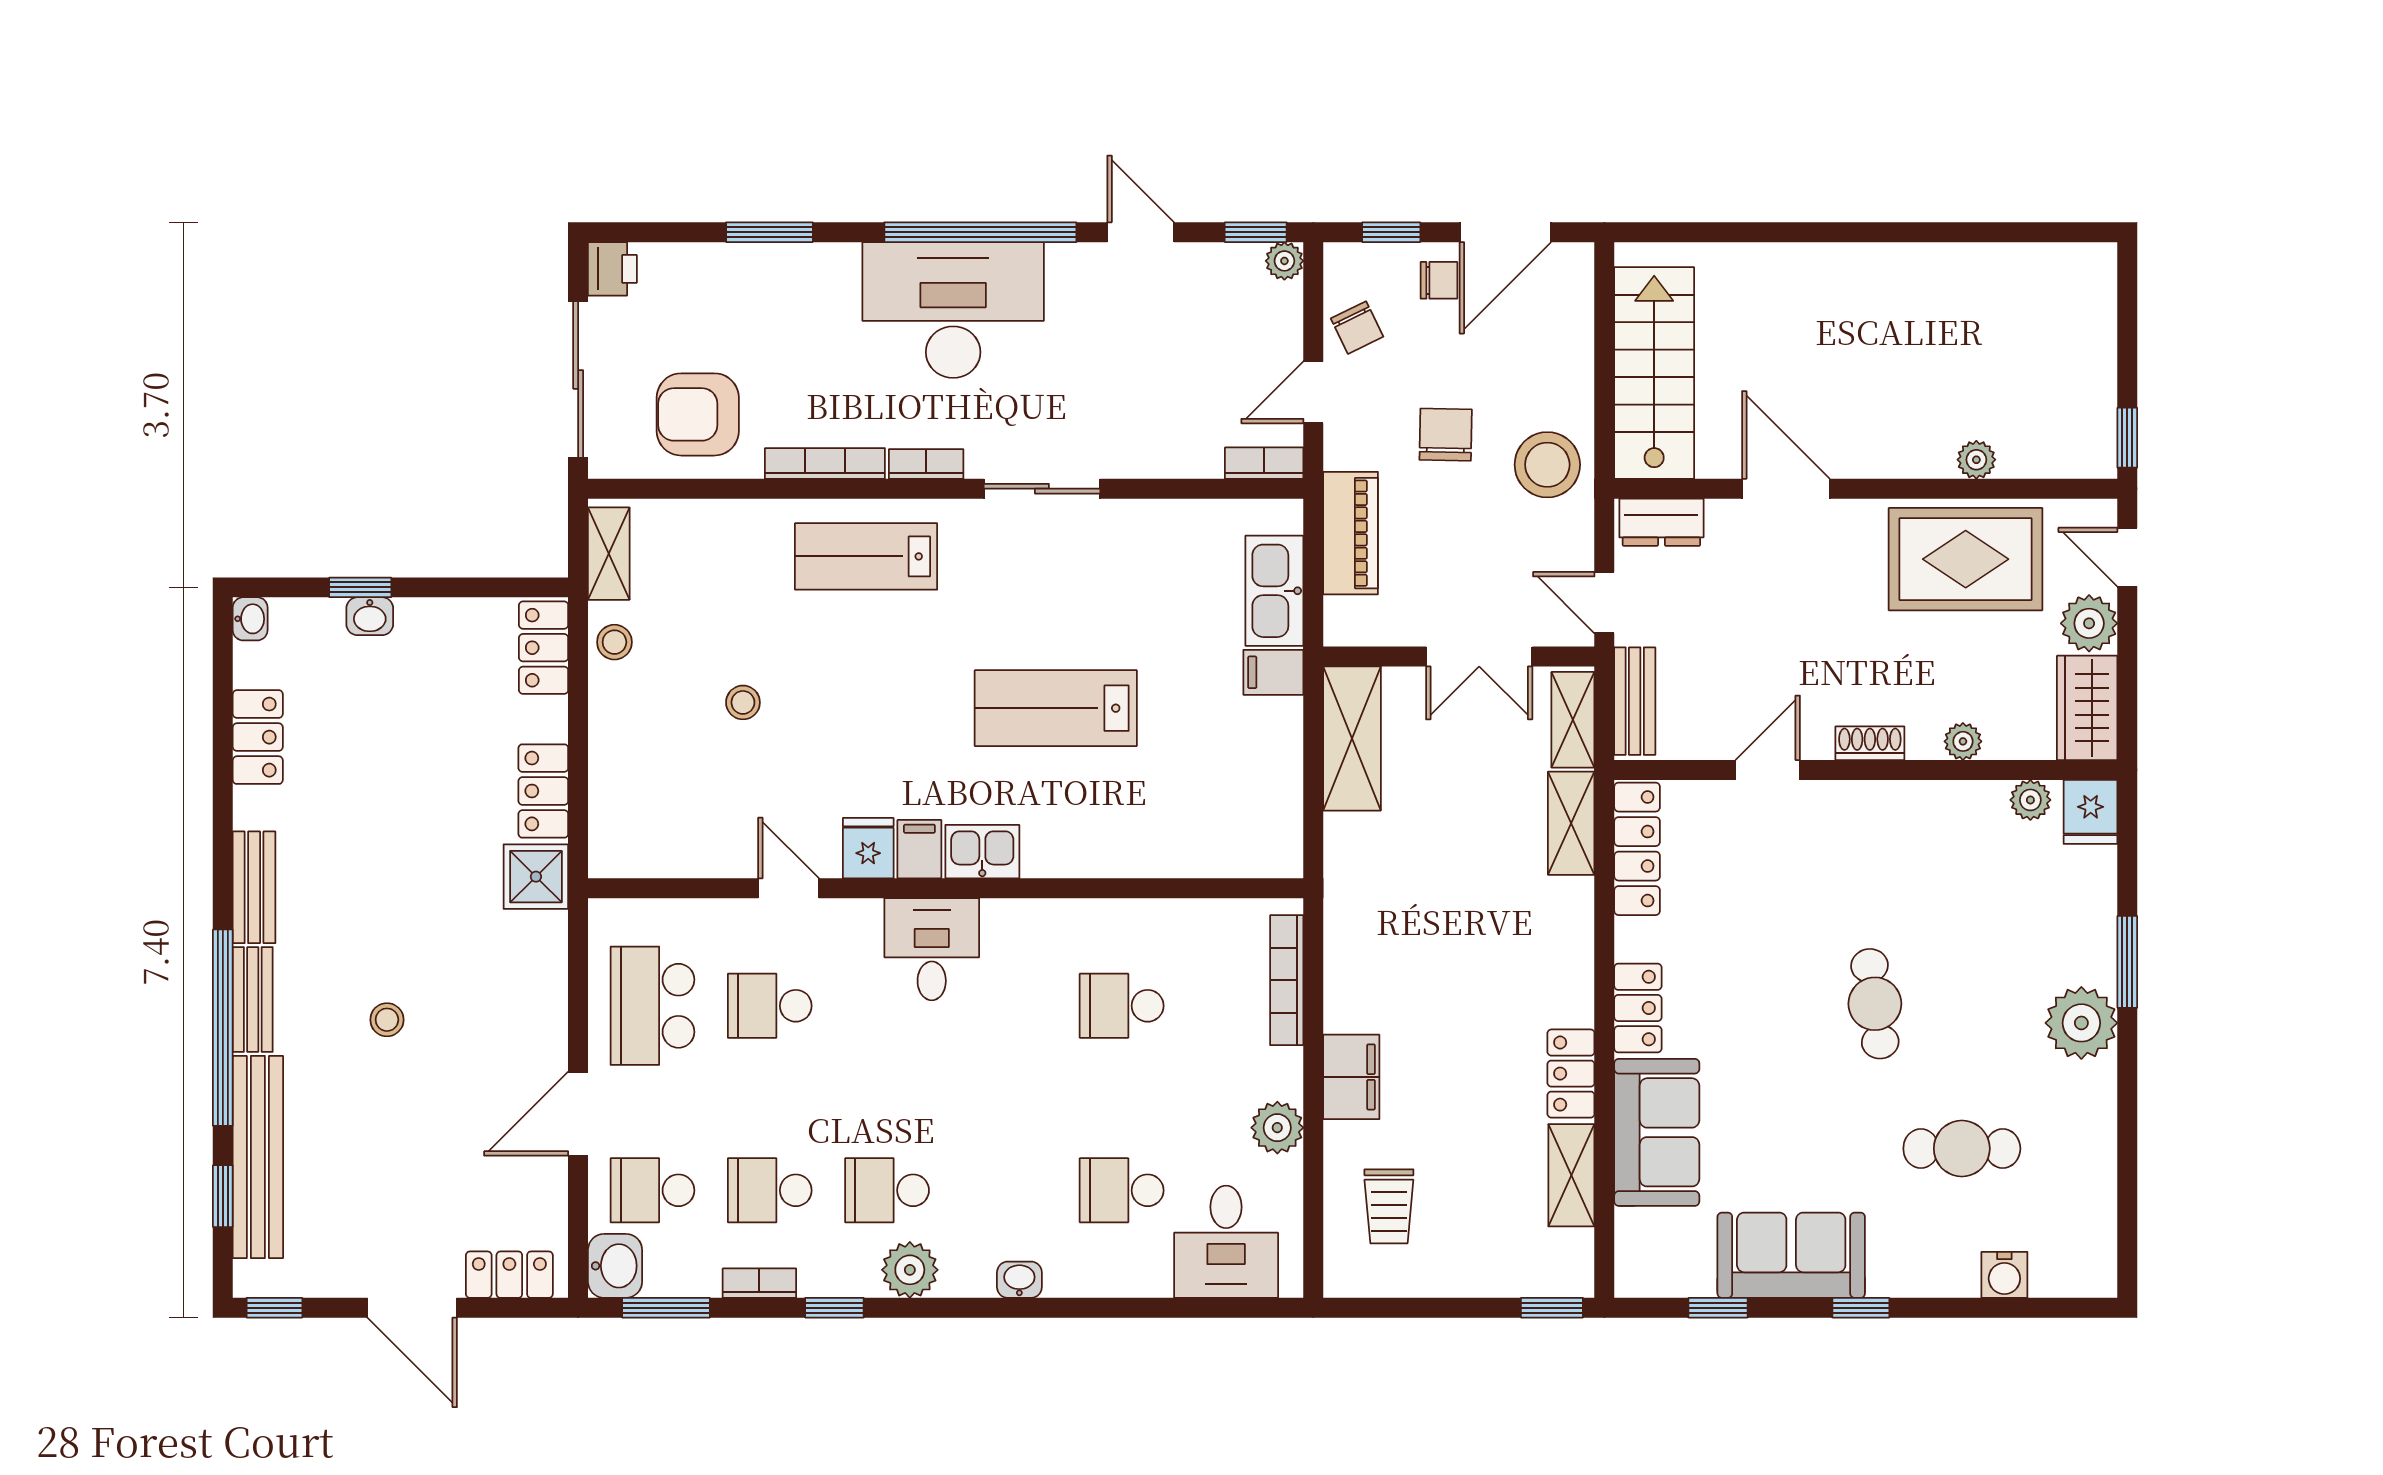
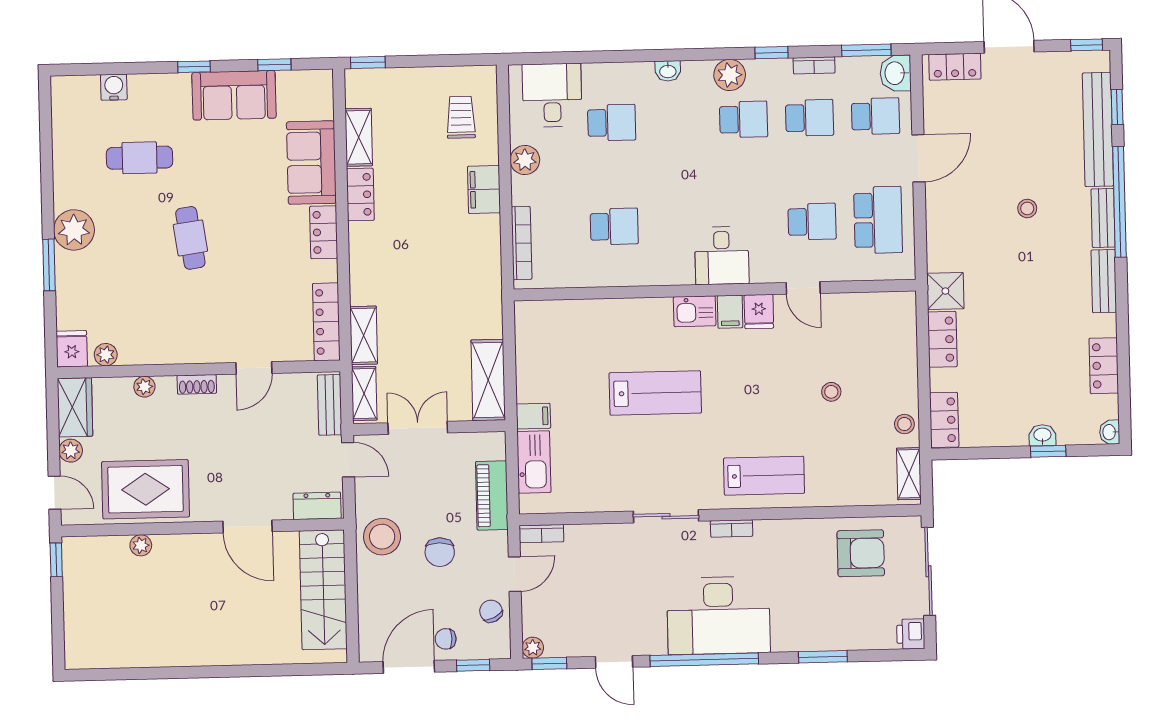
bookcase: (825, 463) -> (788, 527), removed
plant: (2089, 623) -> (71, 451), width x0.73, depth x0.73

